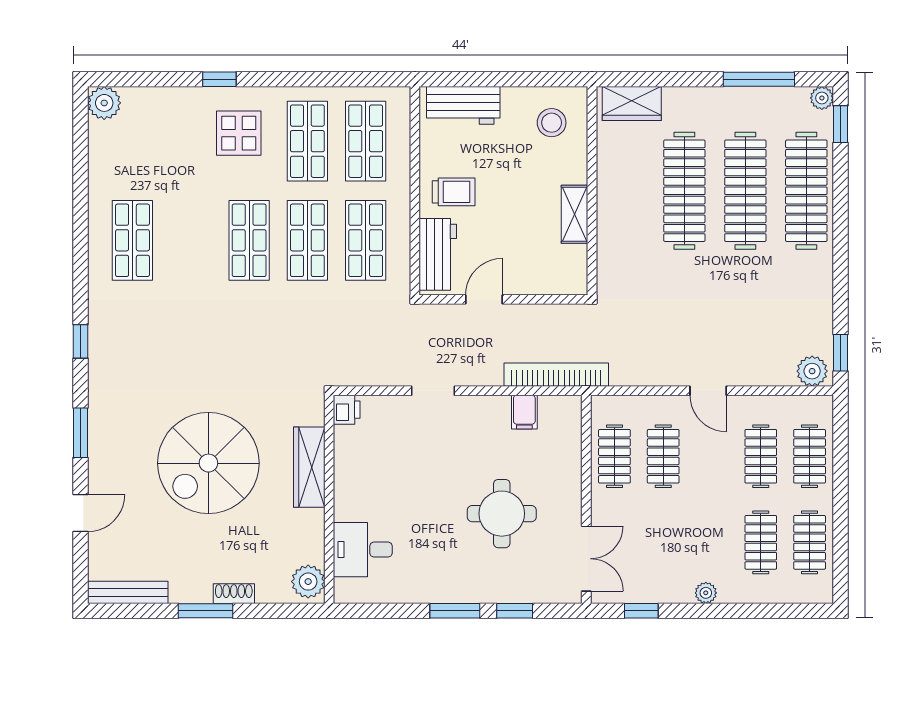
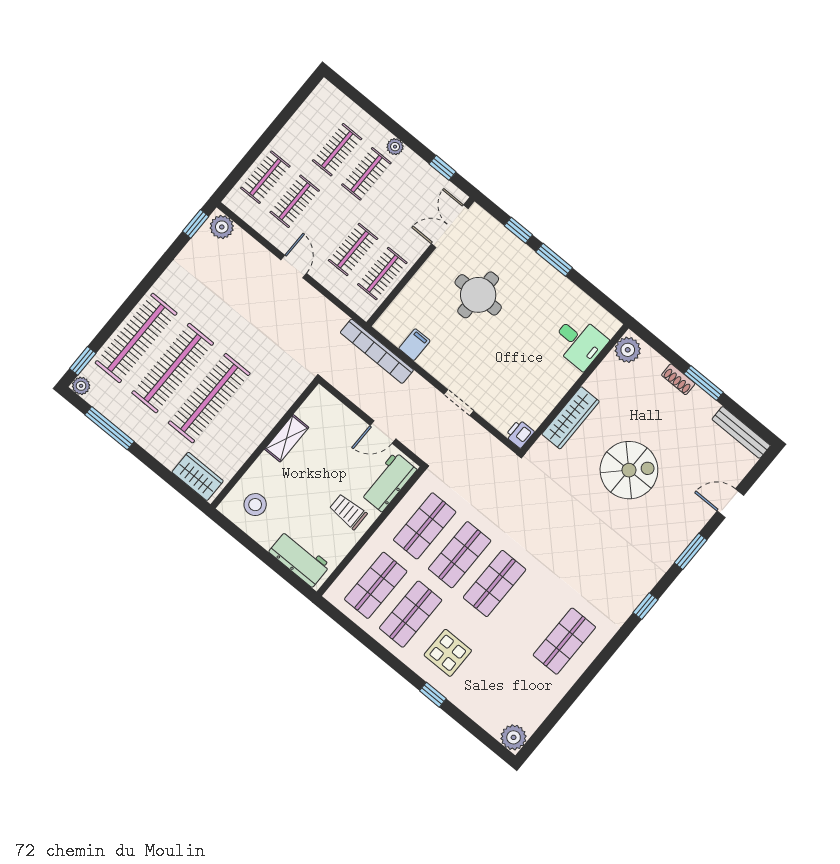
spiral stairs: (208, 463) -> (629, 470), width x0.73, depth x0.73
clothes rail: (810, 542) -> (366, 174), moved

